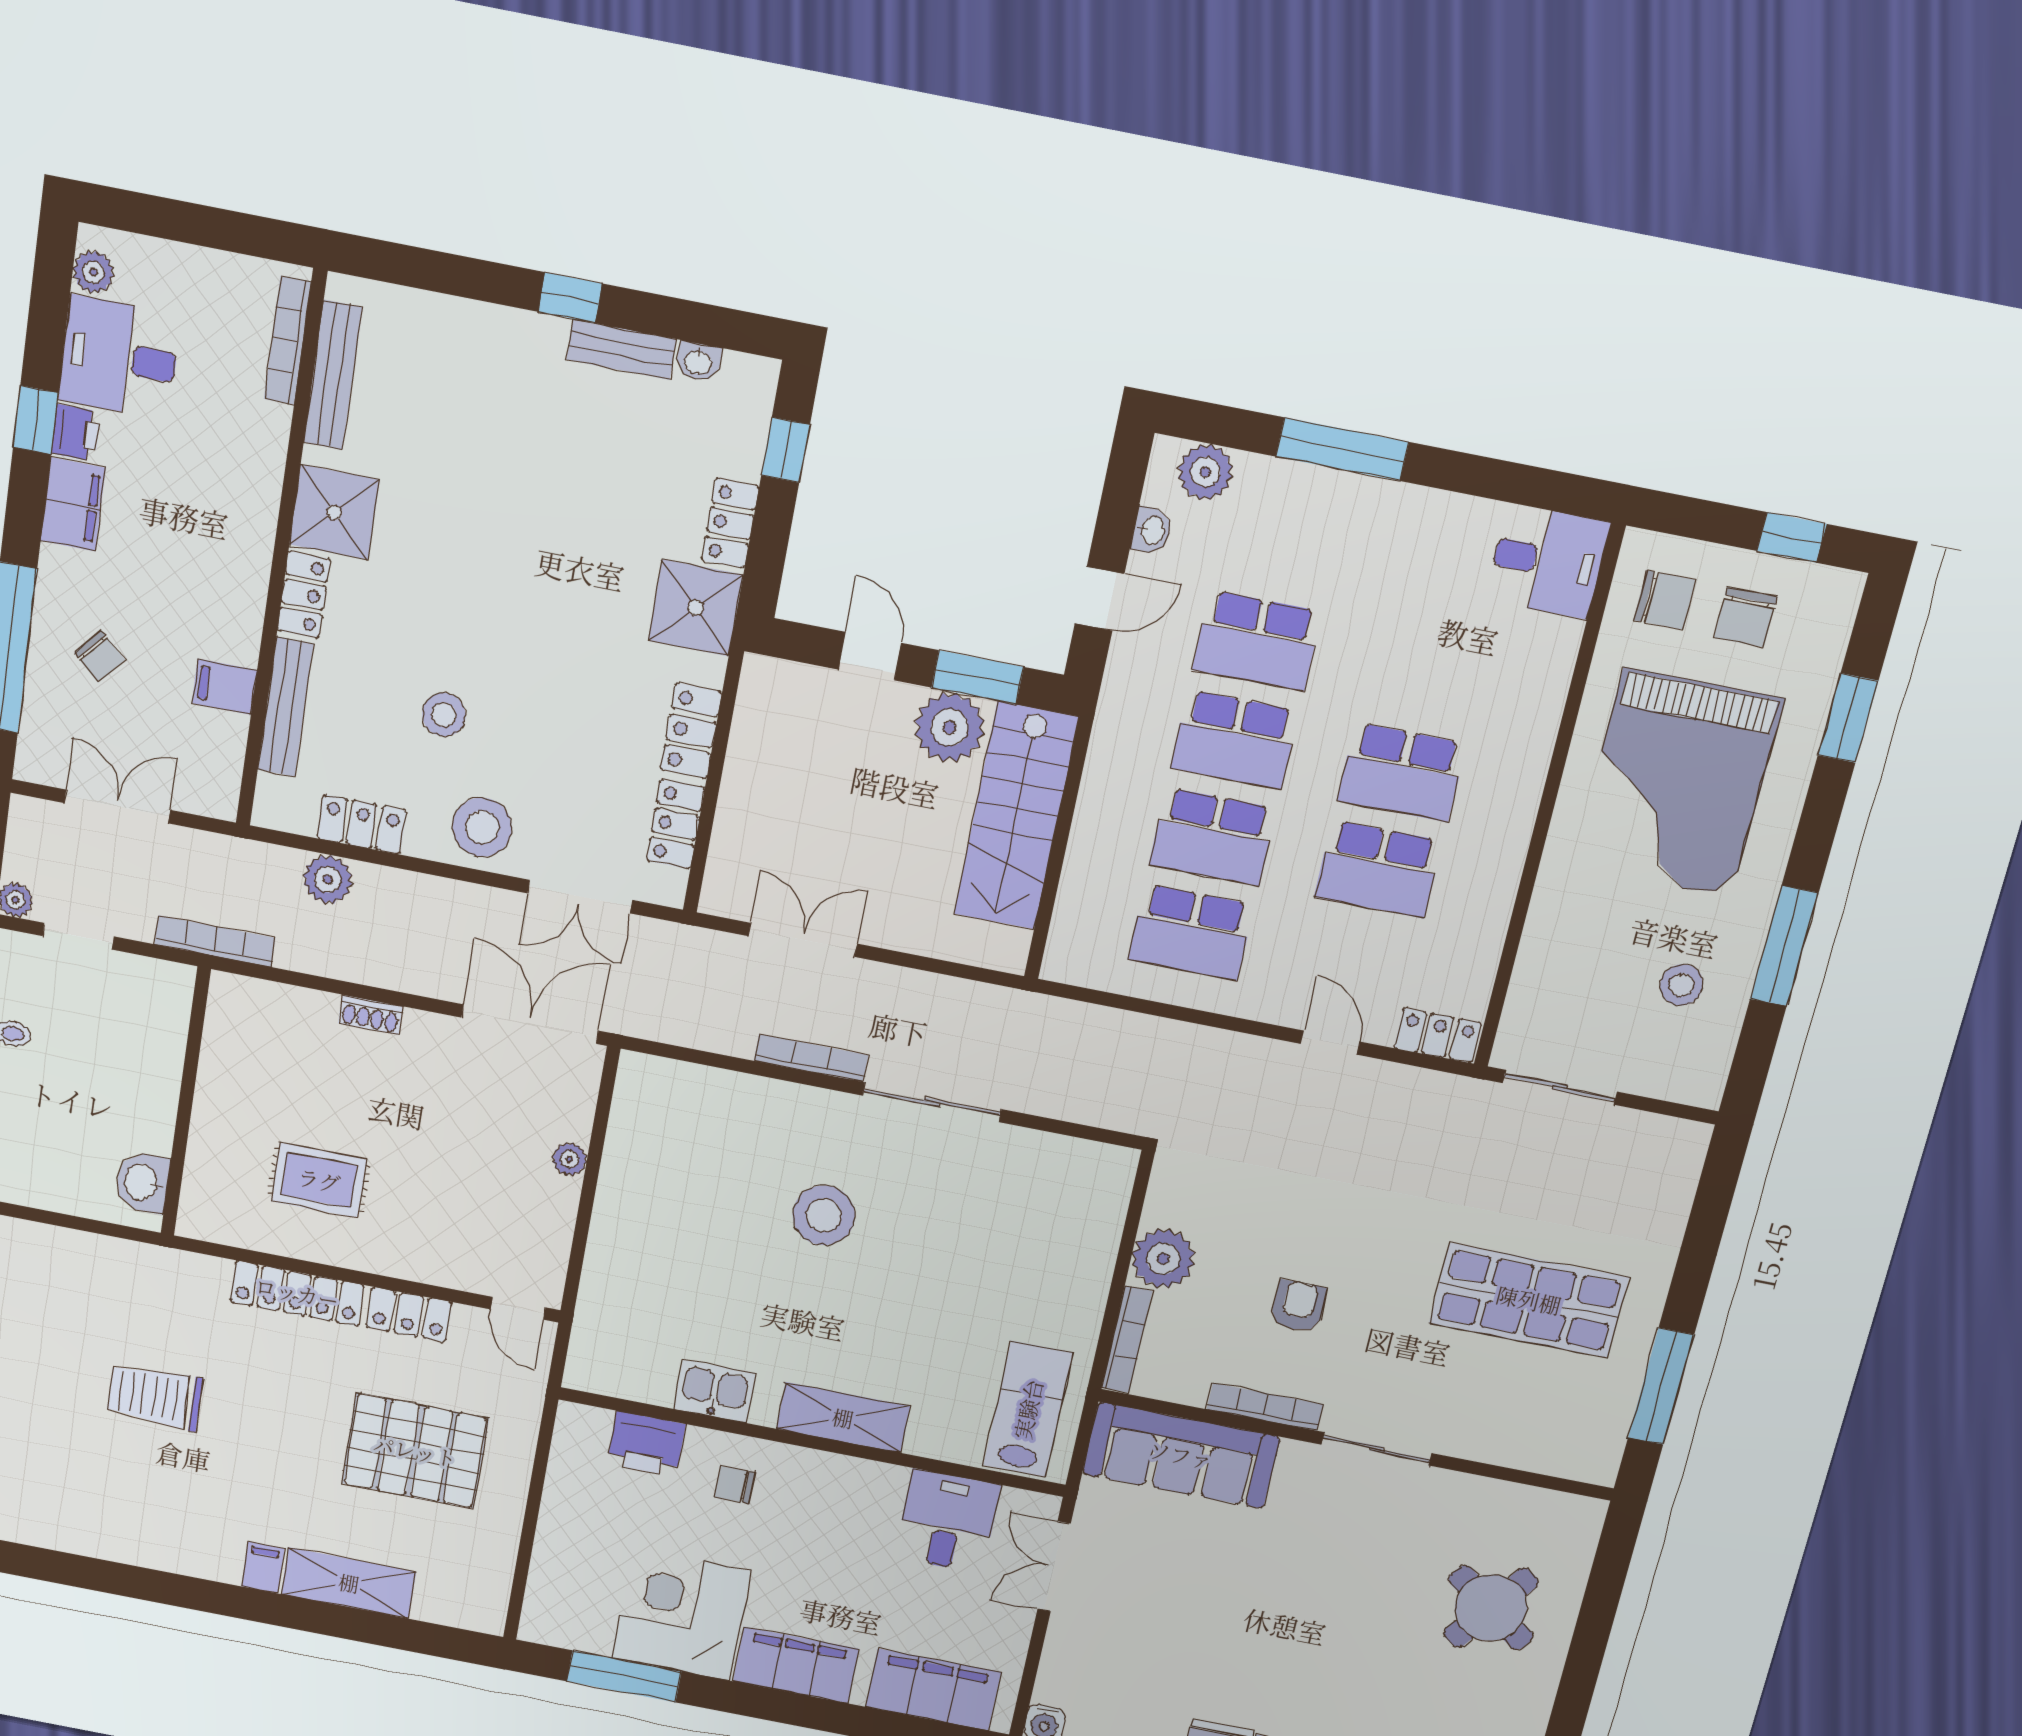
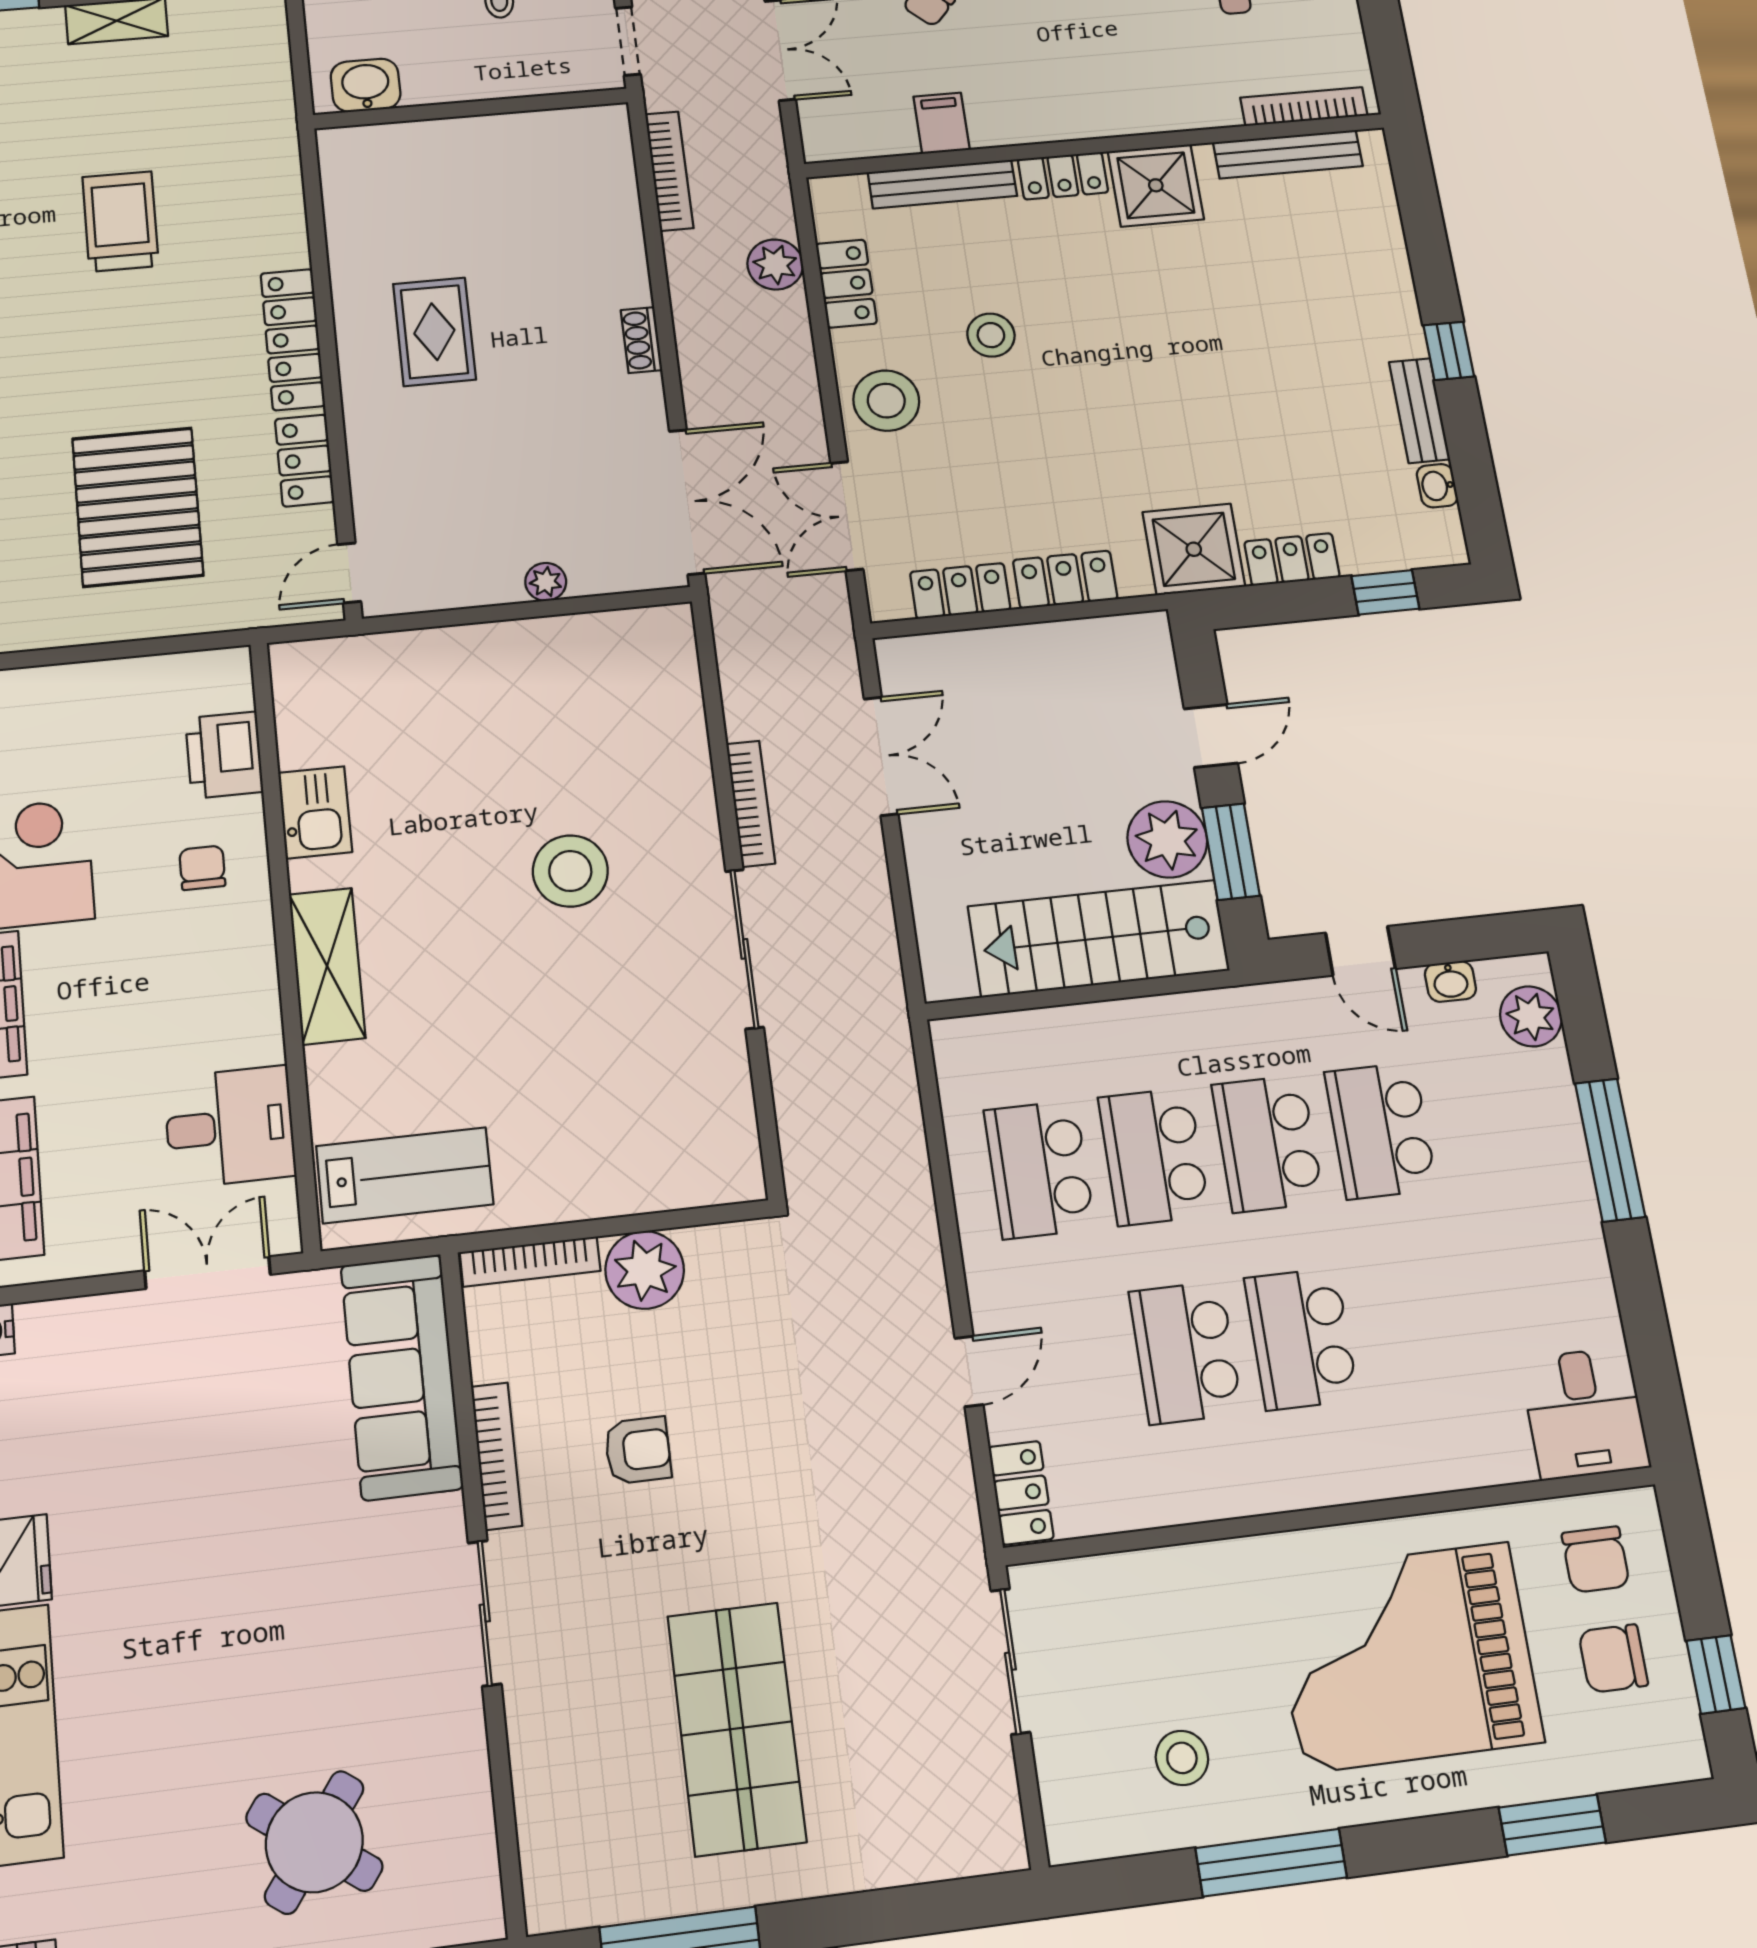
wall: (186, 1102) -> (471, 109), moved
washbasin: (142, 1182) -> (366, 85), moved

